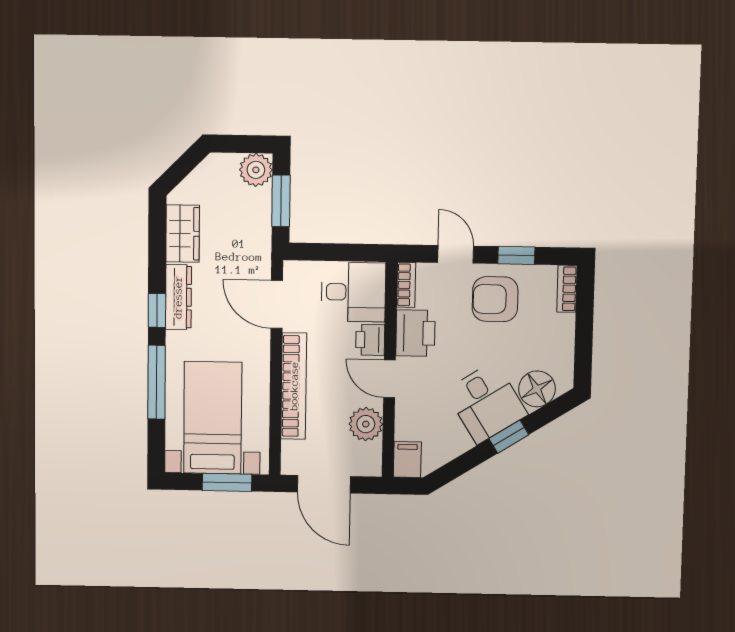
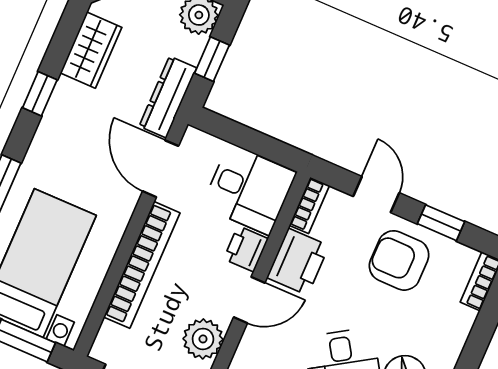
window: (281, 201) -> (212, 59), width x0.67
dresser: (178, 297) -> (168, 97), moved, turned 180
window: (157, 310) -> (40, 94), moved
door: (389, 379) -> (249, 300), swing flipped

